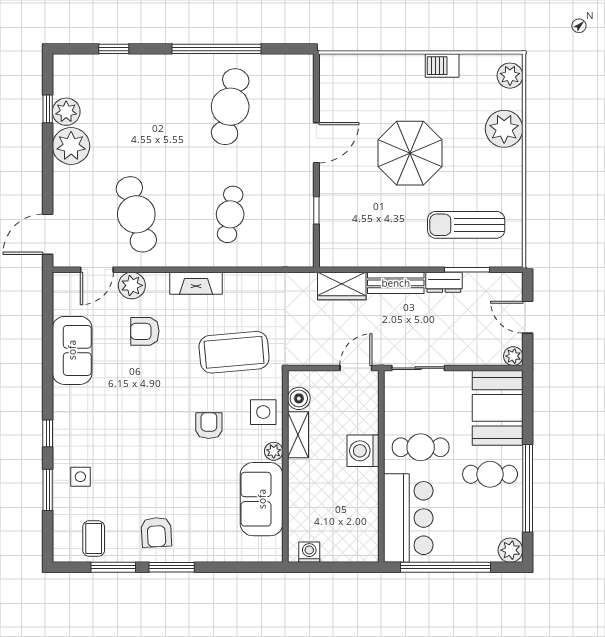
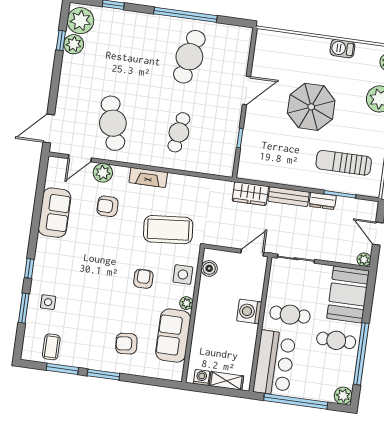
plant: (71, 146) -> (80, 21), moved
shelving: (298, 435) -> (226, 381), moved, turned 90
armchair: (156, 532) -> (126, 344), moved, turned 88

